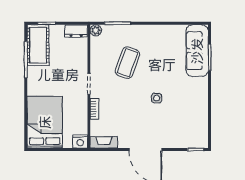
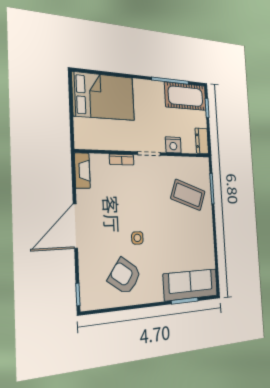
plant: (96, 30) -> (204, 163), removed
coffee table: (127, 63) -> (188, 195), moved
armchair: (185, 111) -> (125, 276), added
nightstand: (80, 141) -> (173, 145), moved, turned -90

